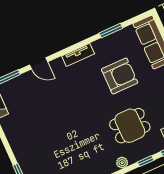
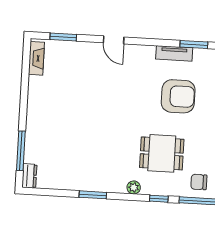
tv unit: (78, 55) -> (174, 53), moved
door: (39, 63) -> (114, 40), moved

